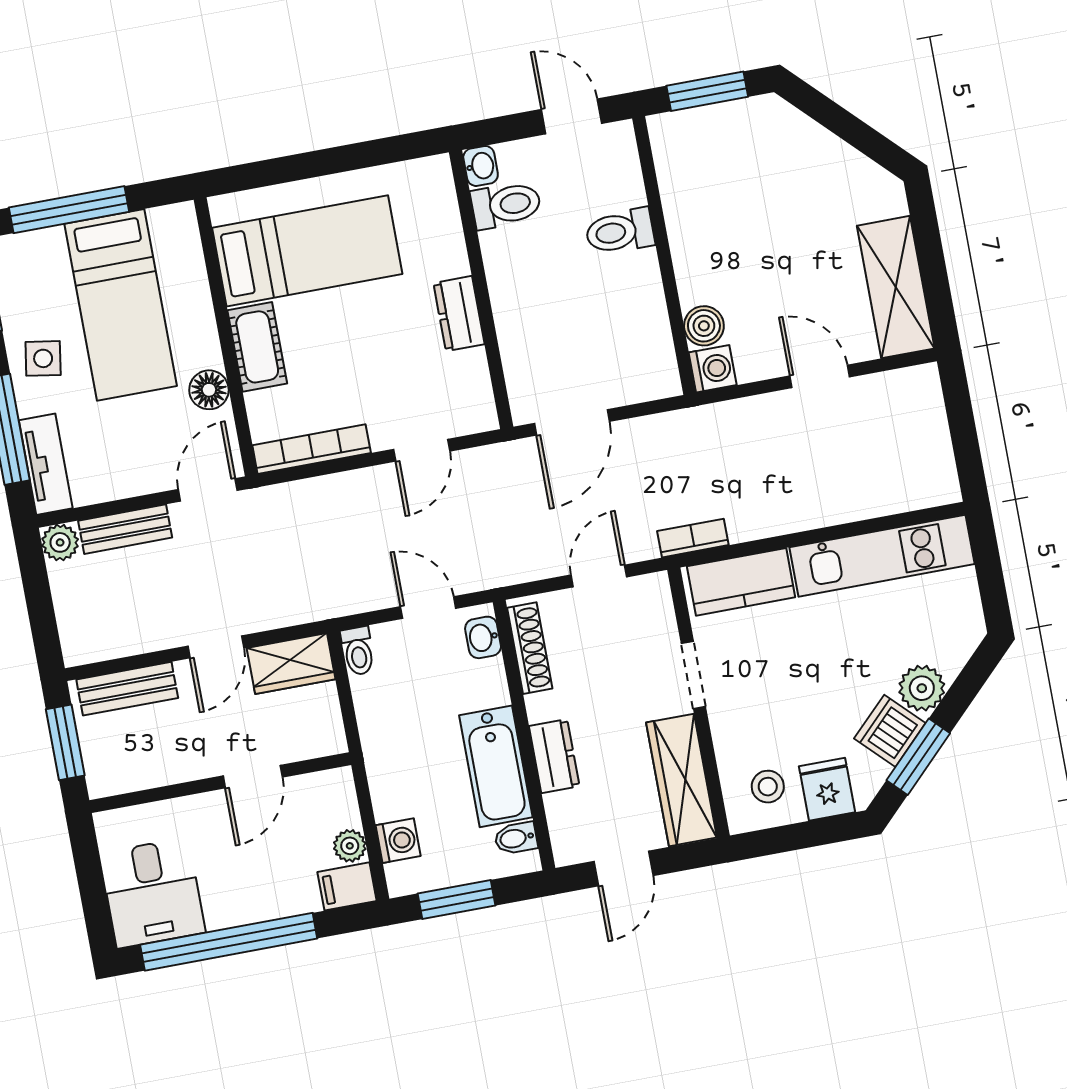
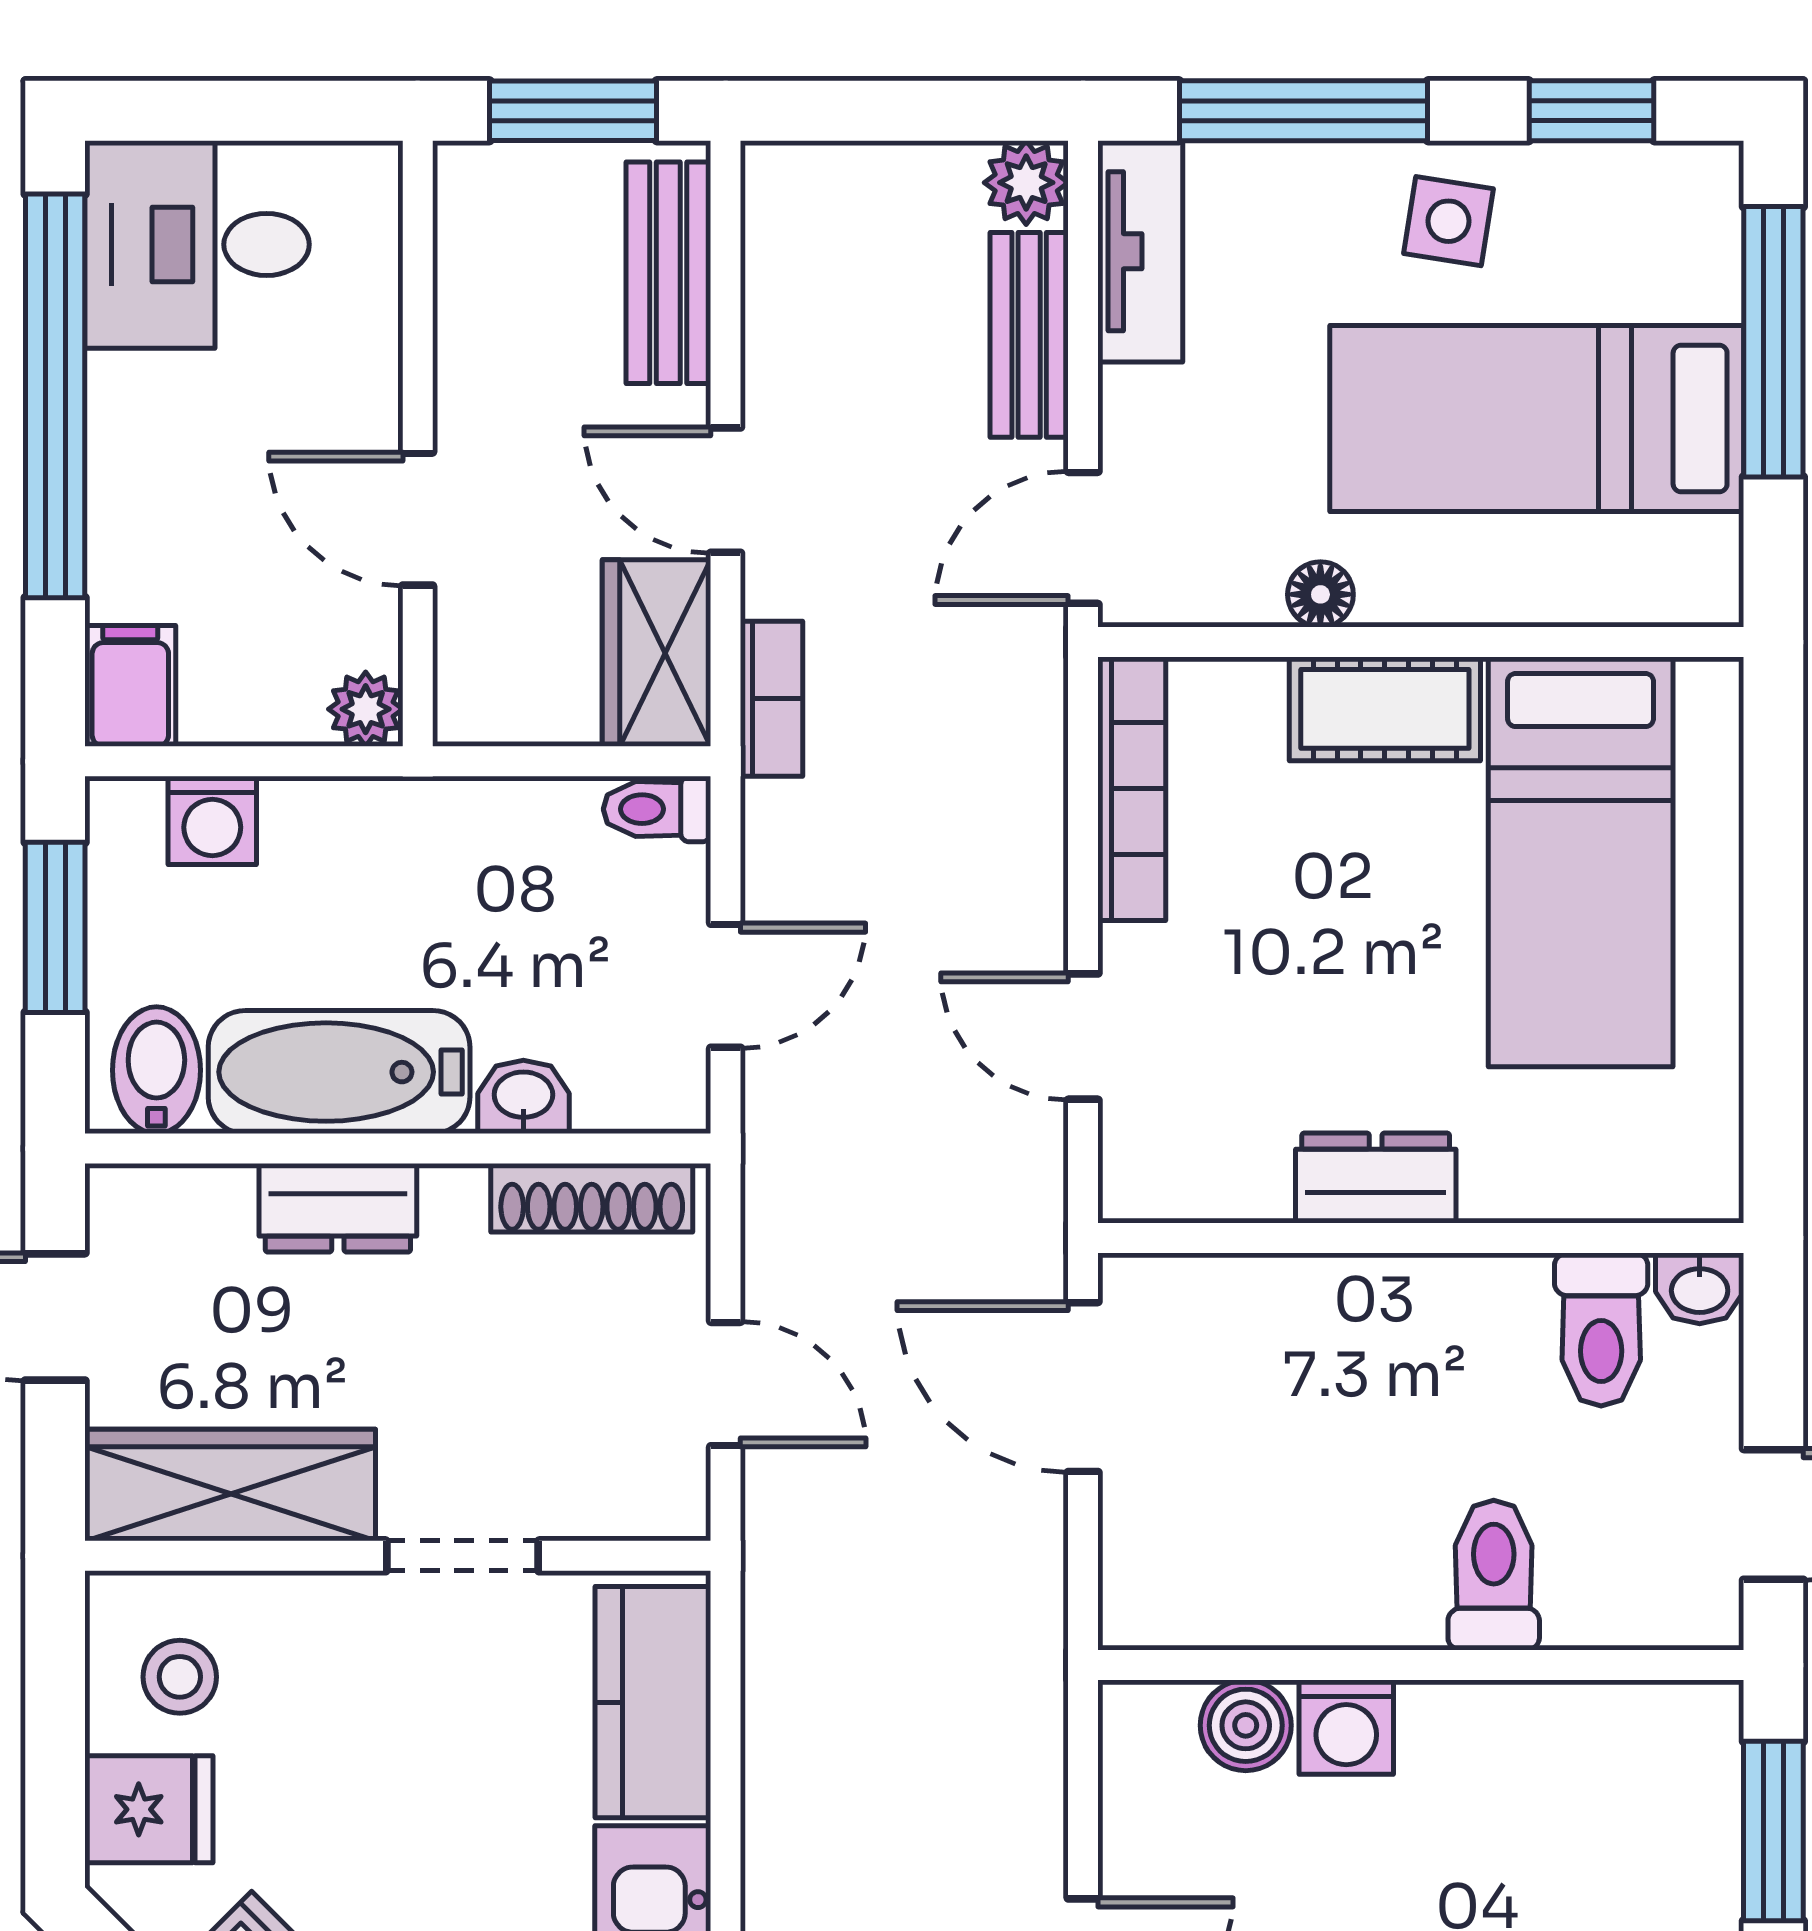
washing machine: (713, 369) -> (1346, 1727), moved
floor lamp: (209, 390) -> (1320, 594), width x0.73, depth x0.73
tv unit: (46, 464) -> (1140, 251), moved, turned -90
door: (208, 490) -> (1083, 538), swing flipped
bookcase: (693, 538) -> (772, 699), moved
washbasin: (483, 637) -> (523, 1097), moved
bidet: (516, 838) -> (156, 1070), width x1.38, depth x1.36
plant: (350, 846) -> (366, 709), moved

